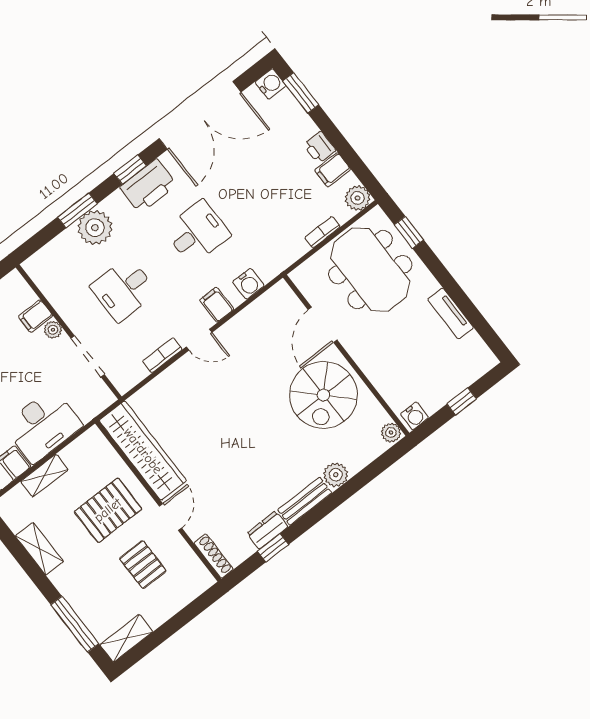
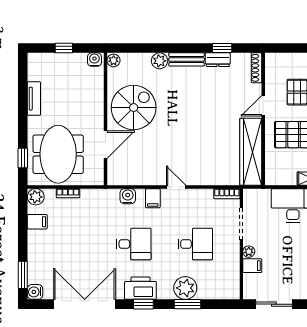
printer: (320, 147) -> (35, 239), removed
desk: (197, 232) -> (134, 244), turned 180
bookcase: (162, 355) -> (227, 194), moved

